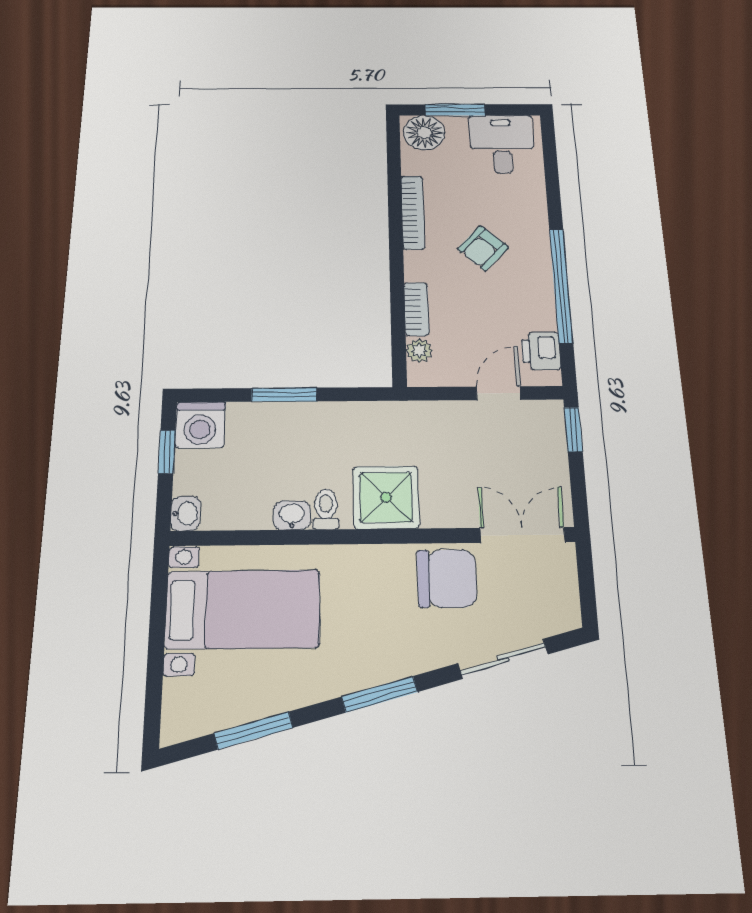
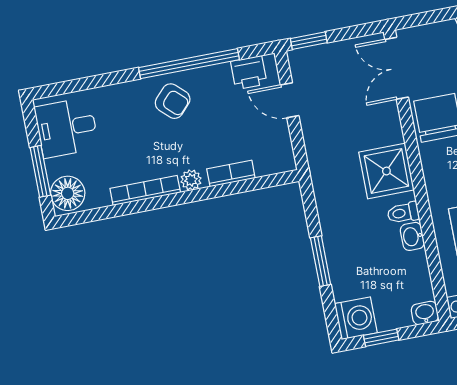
armchair: (483, 248) -> (173, 101), moved
plant: (419, 351) -> (191, 180), moved

